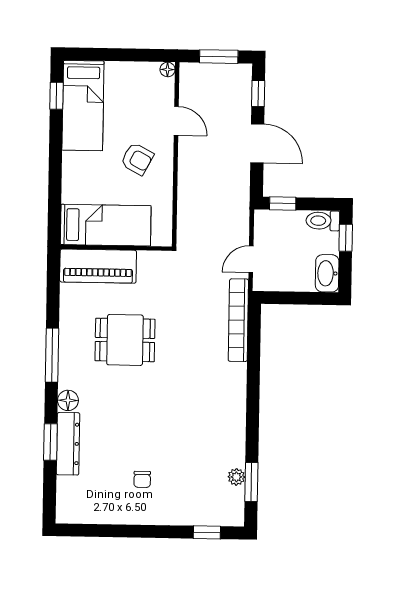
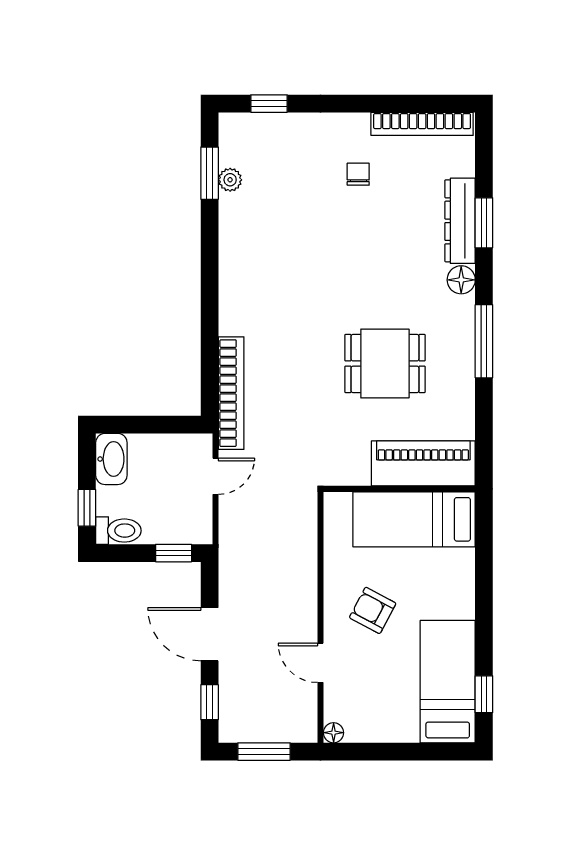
bookcase: (95, 515) -> (422, 124), added

